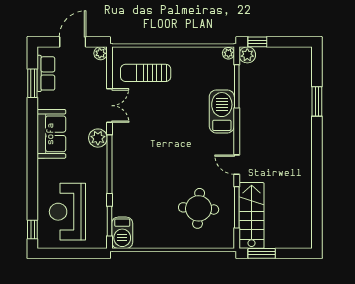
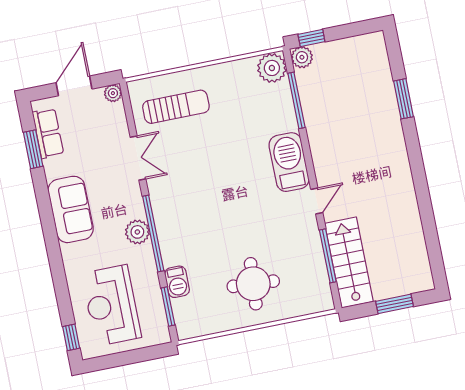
plant: (228, 53) -> (272, 68), width x1.88, depth x1.88
sun lounger: (146, 73) -> (176, 107), turned 180
barbecue: (222, 111) -> (289, 162), moved
plant: (98, 138) -> (137, 232), moved
door: (237, 165) -> (317, 201), swing flipped
round table: (199, 208) -> (253, 284), moved
barbecue: (122, 233) -> (177, 282), moved, width x0.73, depth x0.79
window: (262, 253) -> (394, 304), moved

